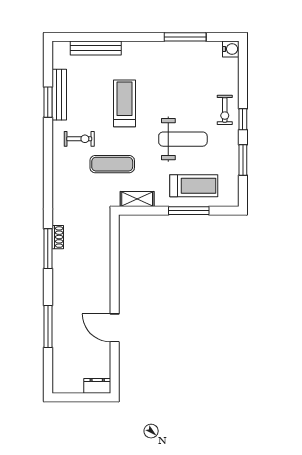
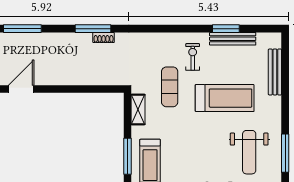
treadmill: (124, 103) -> (225, 98), width x1.37, depth x1.38
exercise bike: (79, 139) -> (193, 57), turned 180
weight bench: (183, 139) -> (249, 152), moved

